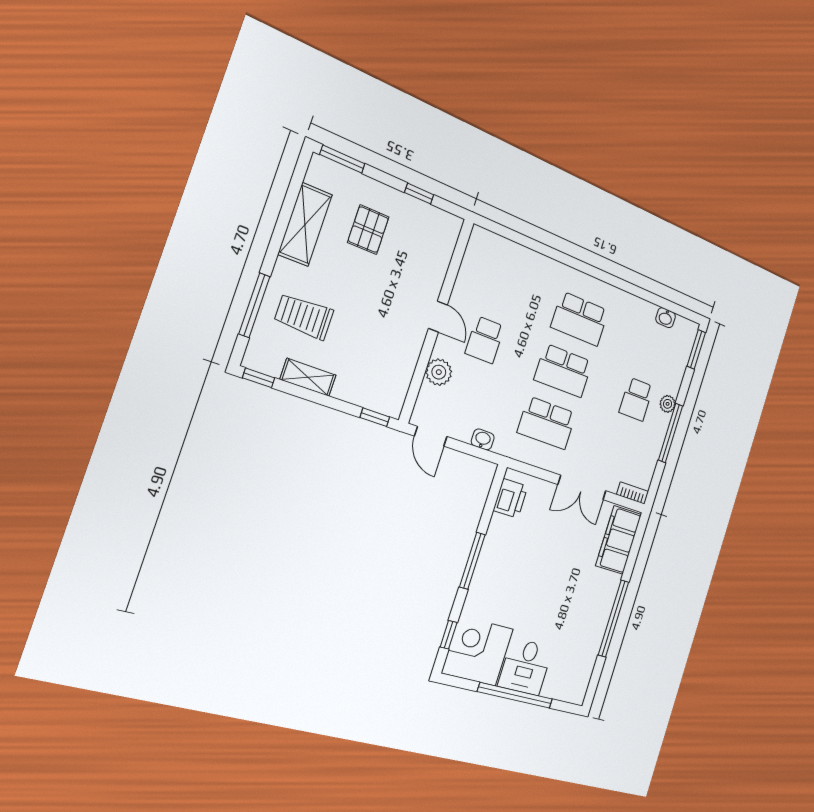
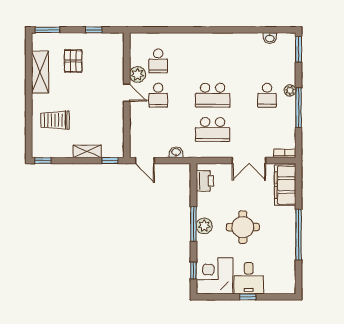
window: (254, 305) -> (29, 124), removed
school desk: (580, 319) -> (158, 61), moved, width x0.54
plant: (439, 372) -> (138, 74), moved
shelving: (308, 377) -> (87, 151), moved
plant: (487, 568) -> (204, 226), added
round table: (542, 586) -> (243, 227), added
window: (515, 695) -> (248, 297), width x0.32

